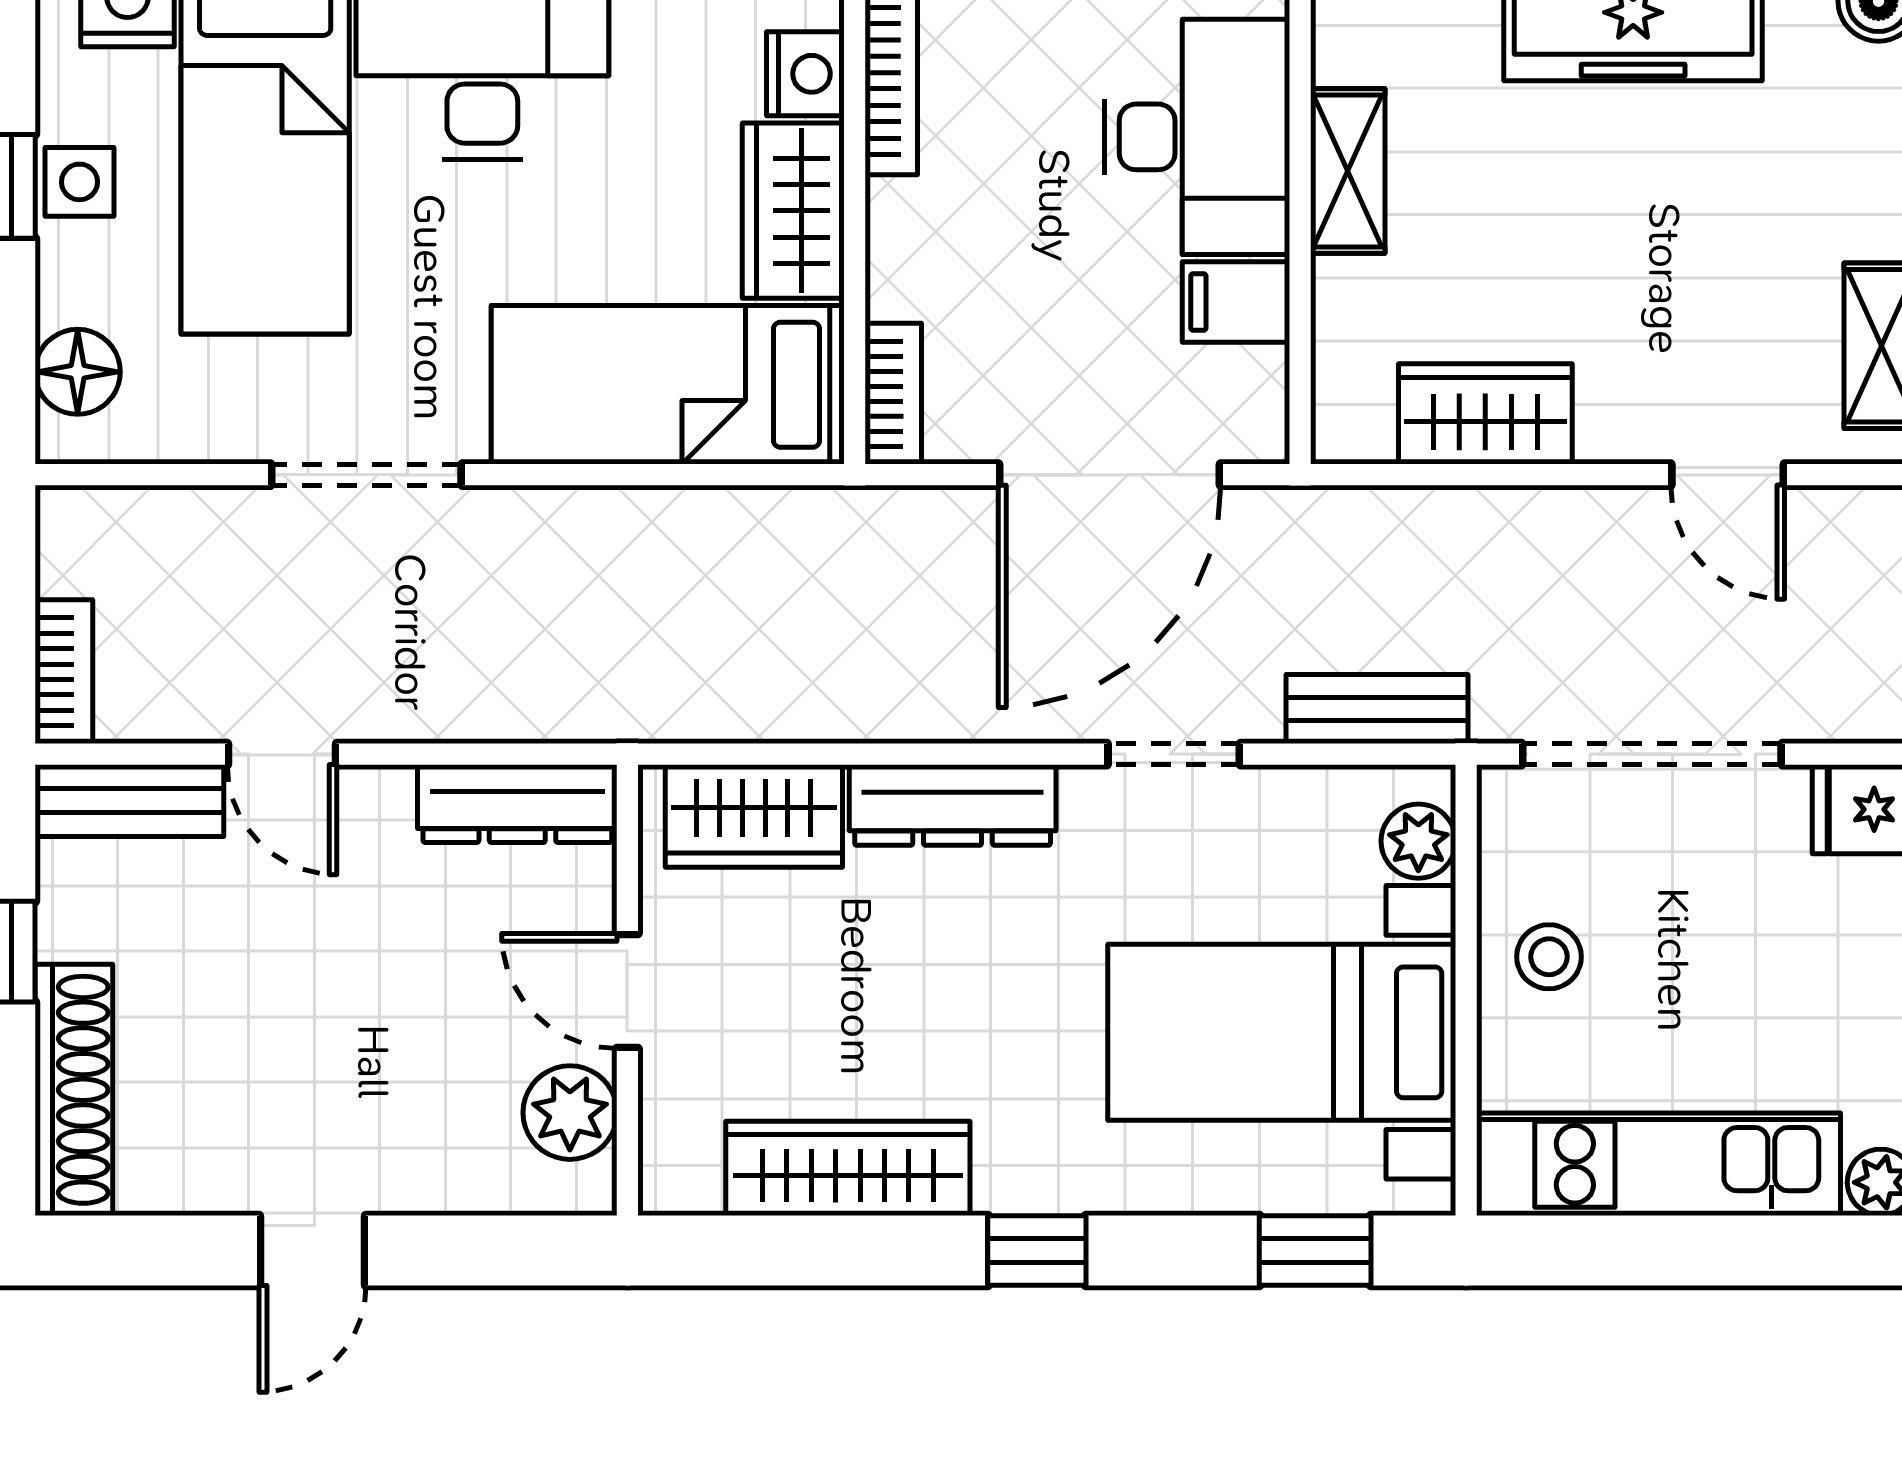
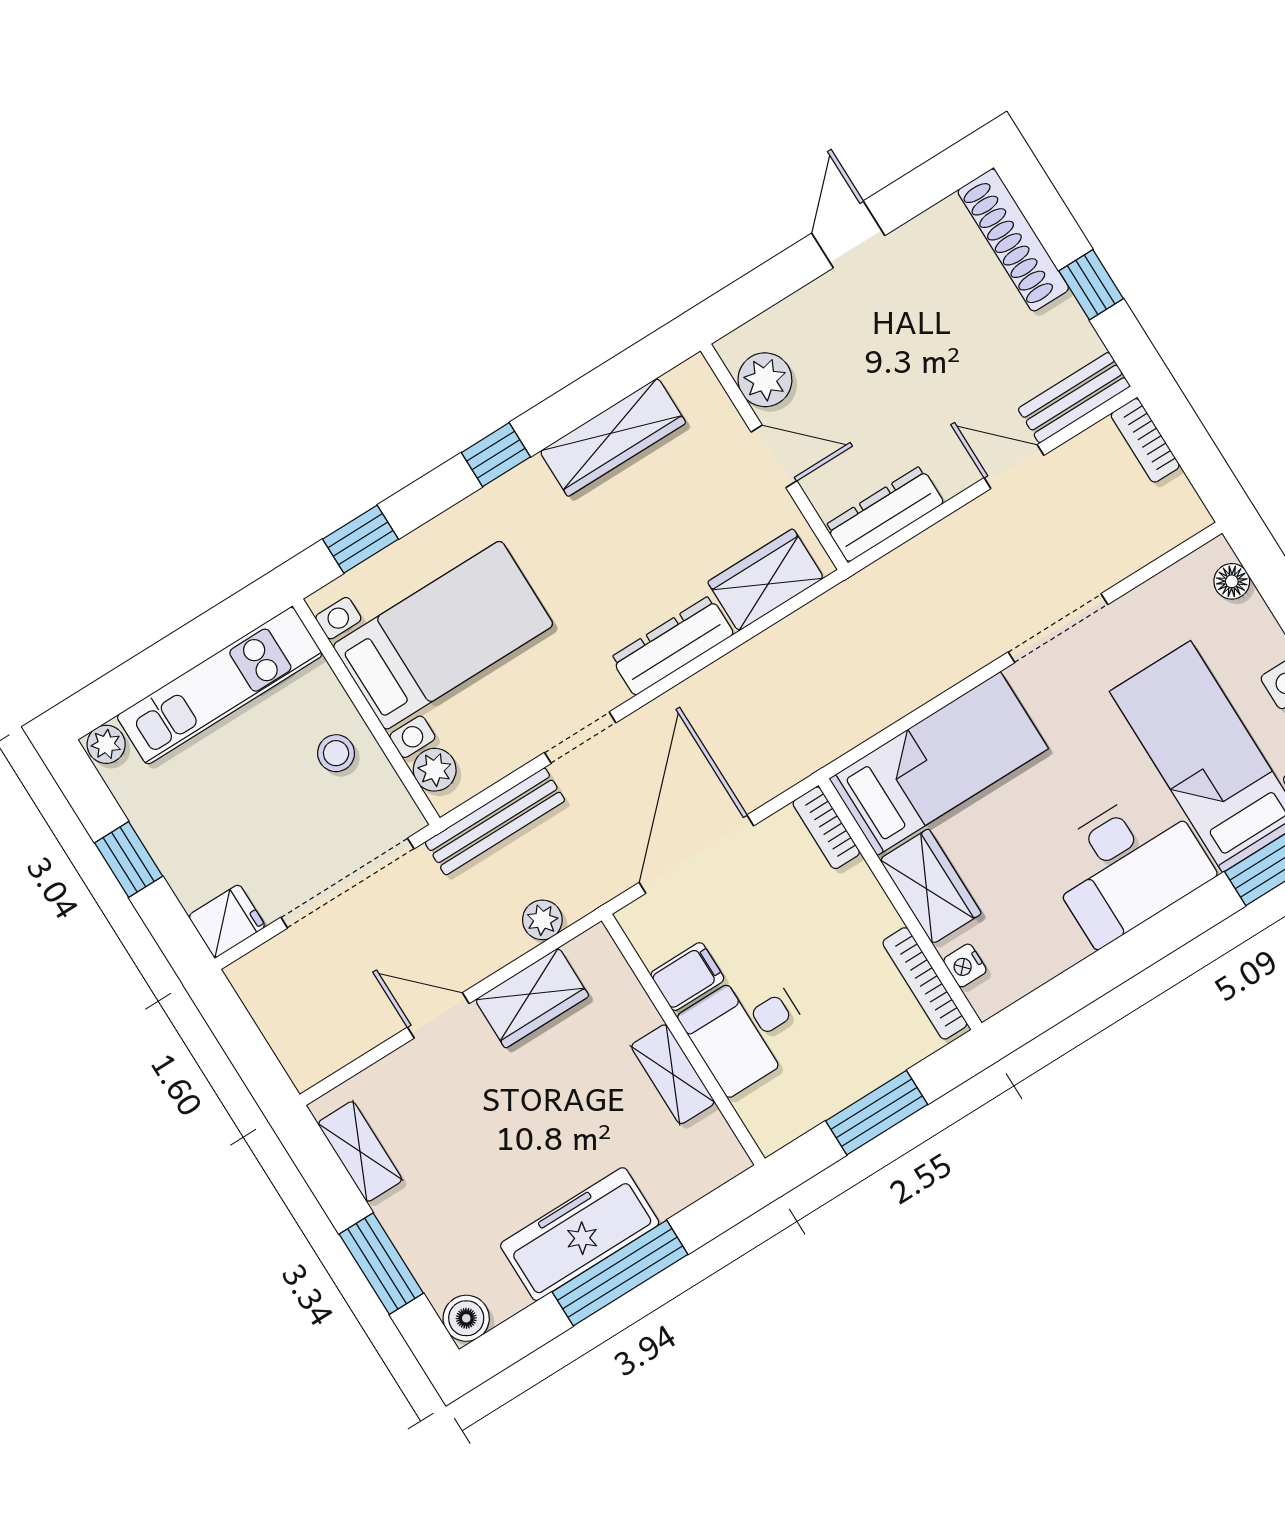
nightstand: (805, 74) -> (965, 965), width x0.72, depth x0.74
desk: (1197, 137) -> (747, 1029), width x0.73
floor lamp: (78, 372) -> (1232, 581), width x0.73, depth x0.73
door: (1728, 475) -> (438, 1015), moved
plant: (1398, 520) -> (542, 920), added
bench: (1377, 709) -> (495, 821), width x1.36

